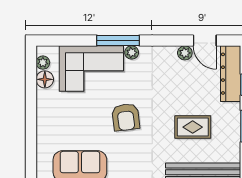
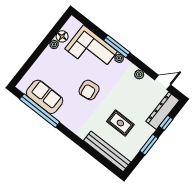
door: (205, 41) -> (163, 82), swing flipped
plant: (185, 53) -> (139, 74), moved
plant: (43, 63) -> (54, 44), moved

